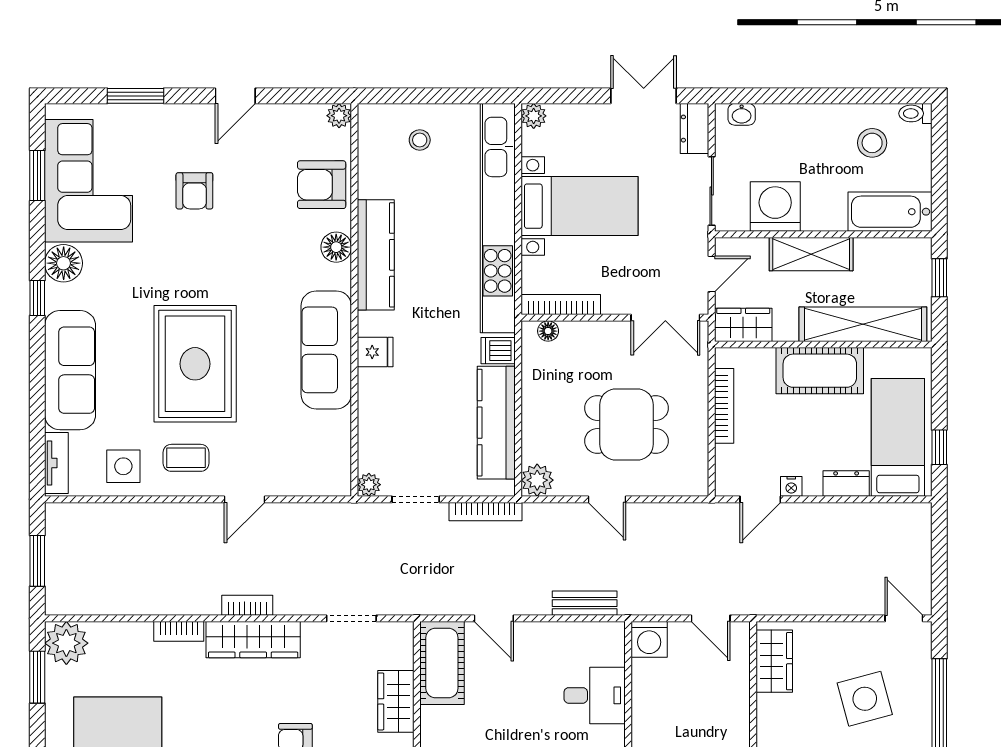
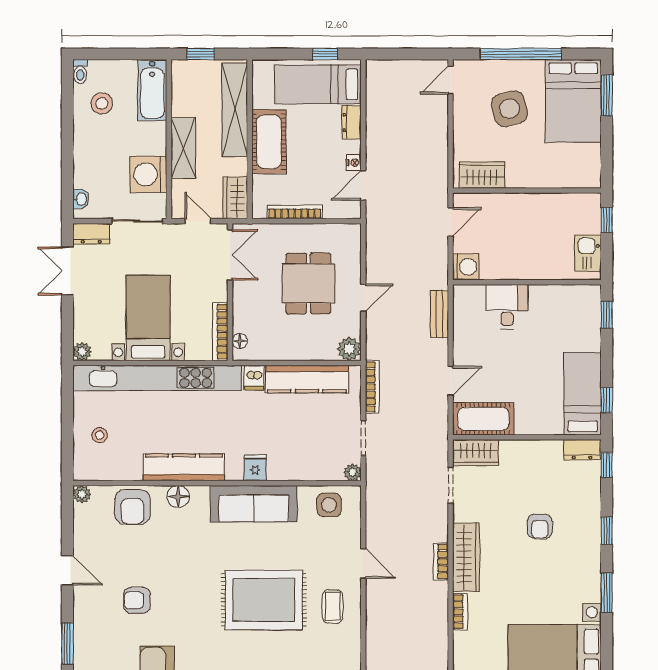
armchair: (194, 191) -> (137, 600), turned 180
side table: (123, 466) -> (329, 505), moved
door: (760, 499) -> (363, 185), swing flipped
wardrobe: (396, 701) -> (475, 453), moved

